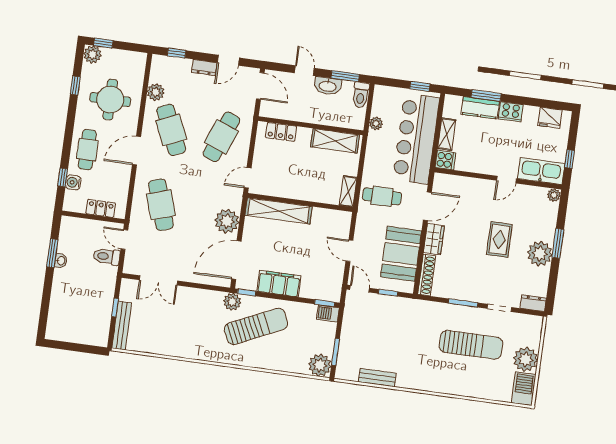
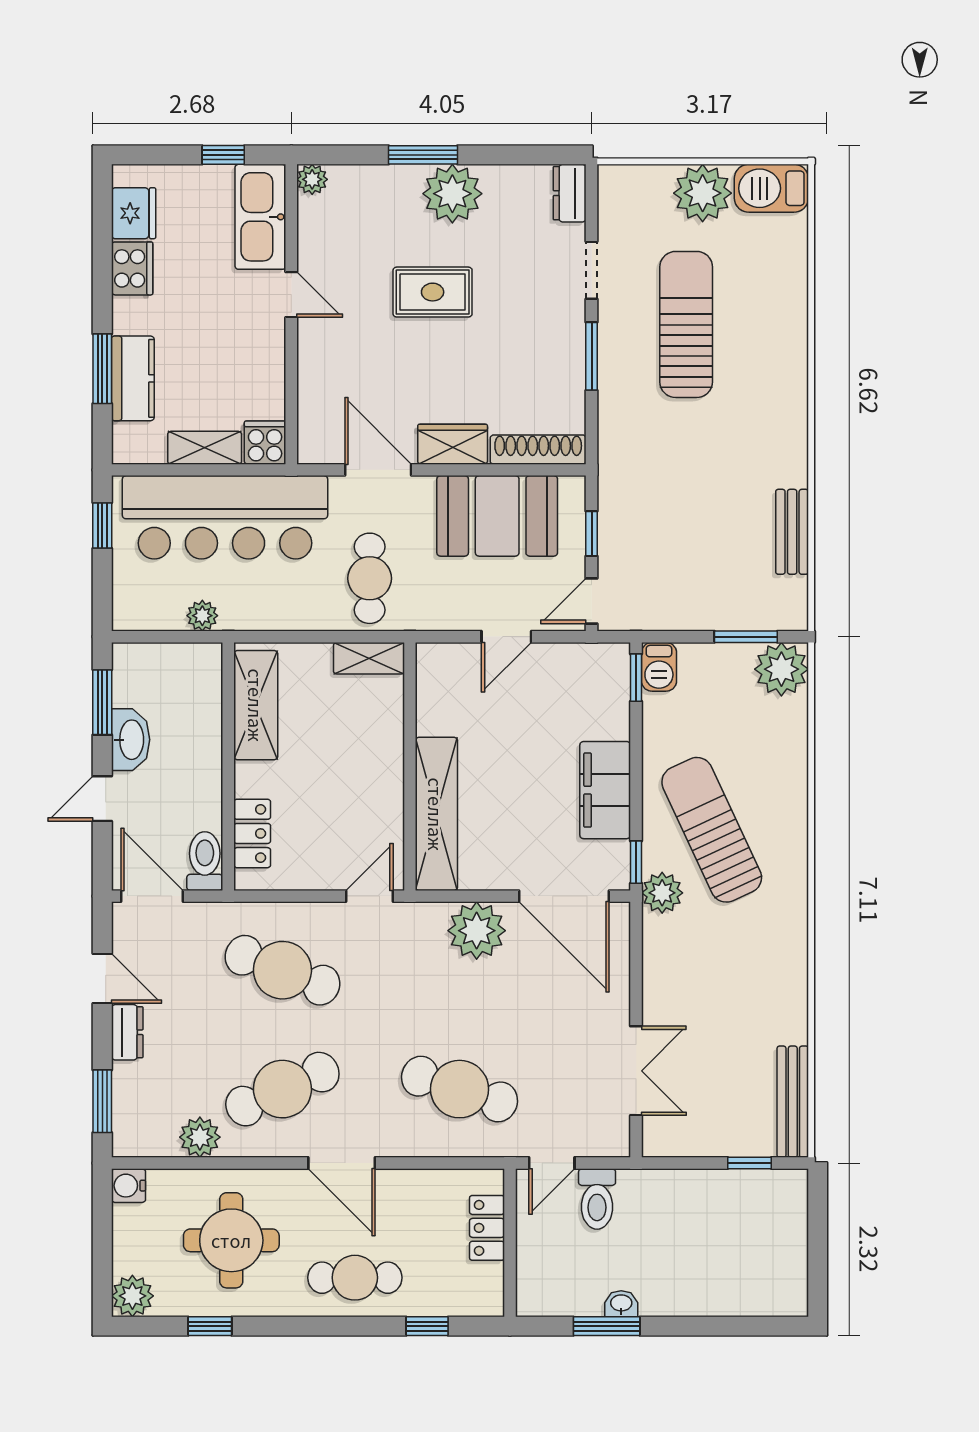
window: (103, 43) -> (102, 1274), removed
window: (177, 53) -> (102, 1101), width x1.50
door: (260, 86) -> (152, 896), hinge flipped
toilet: (361, 95) -> (205, 861), moved, turned -90
cooker: (511, 112) -> (132, 268), moved
door: (248, 178) -> (369, 896), swing flipped
water cooler: (73, 182) -> (129, 1186), moved, turned 90
cafe table: (161, 205) -> (460, 1089), turned 36
window: (115, 308) -> (749, 1163), moved
bench: (122, 326) -> (793, 1102), moved, turned 90

